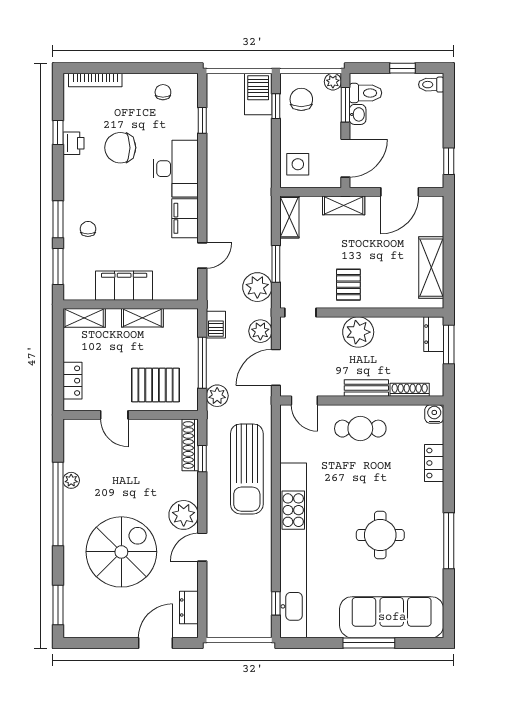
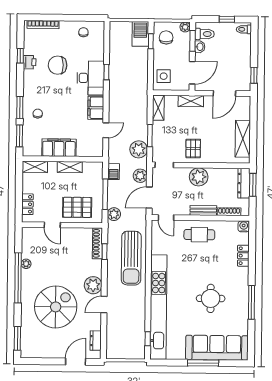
window: (202, 120) -> (106, 72), moved
dresser: (434, 334) -> (244, 183), width x1.44

